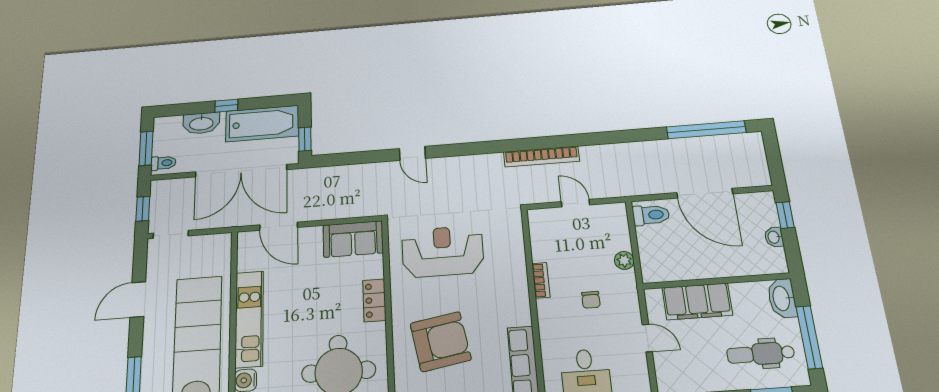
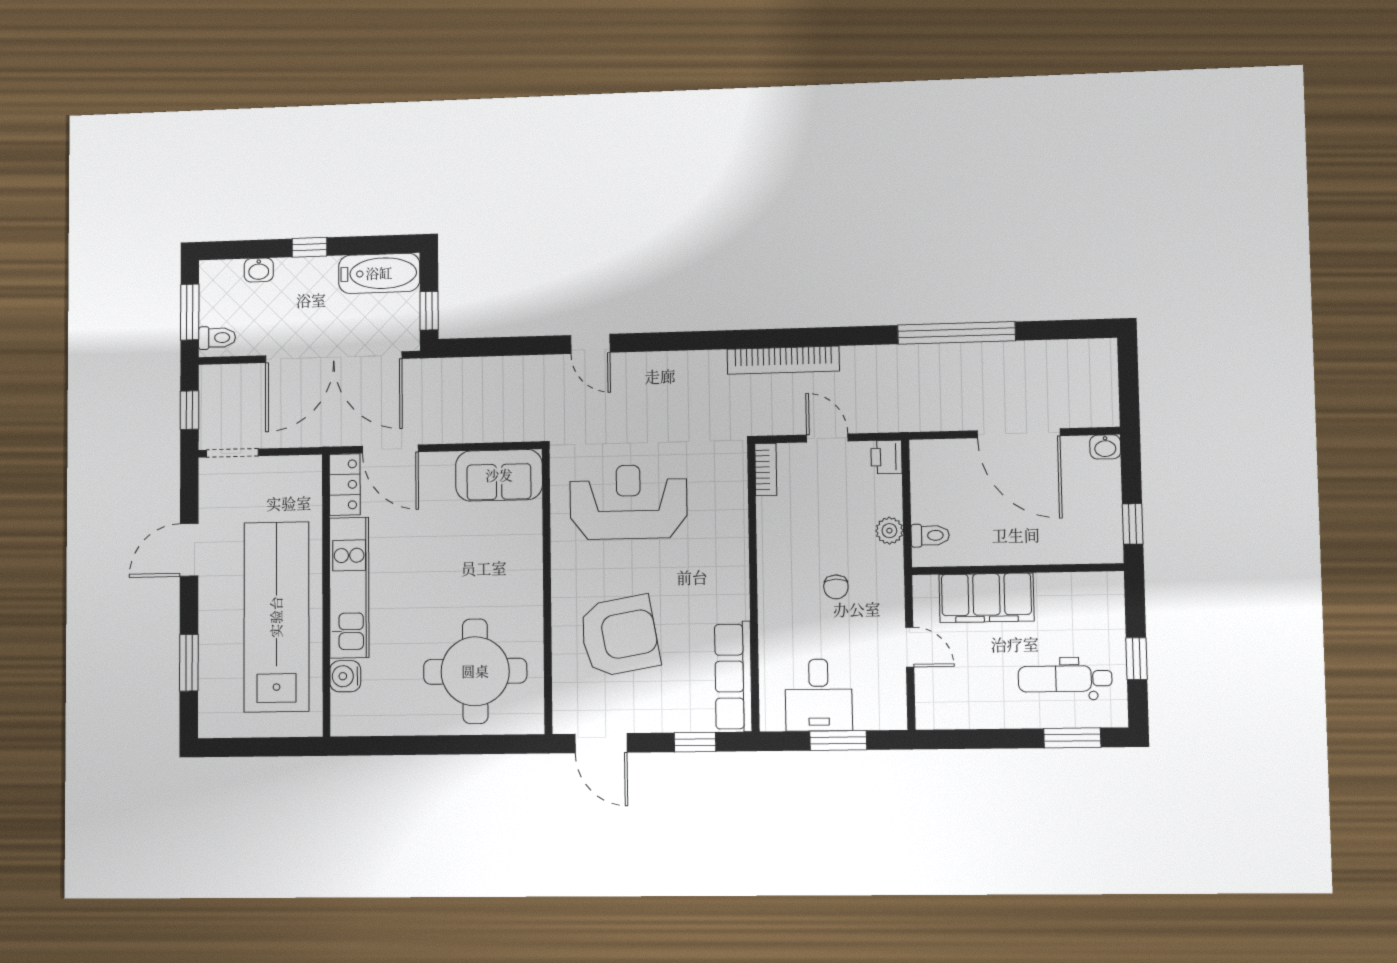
washbasin: (201, 123) -> (259, 270), width x0.52, depth x0.69
bathtub: (262, 124) -> (379, 273), width x0.73, depth x0.73
window: (706, 130) -> (956, 333), moved
printer: (617, 213) -> (886, 457), added
toilet: (651, 215) -> (930, 535), moved, width x0.73, depth x0.72
window: (785, 215) -> (1133, 524), moved
washbasin: (774, 237) -> (1105, 447), moved, turned -90
bookcase: (541, 280) -> (766, 470), moved
washbasin: (782, 298) -> (1107, 600), removed
locker: (374, 300) -> (345, 485), moved, turned 180
window: (809, 337) -> (1137, 659), width x0.46

